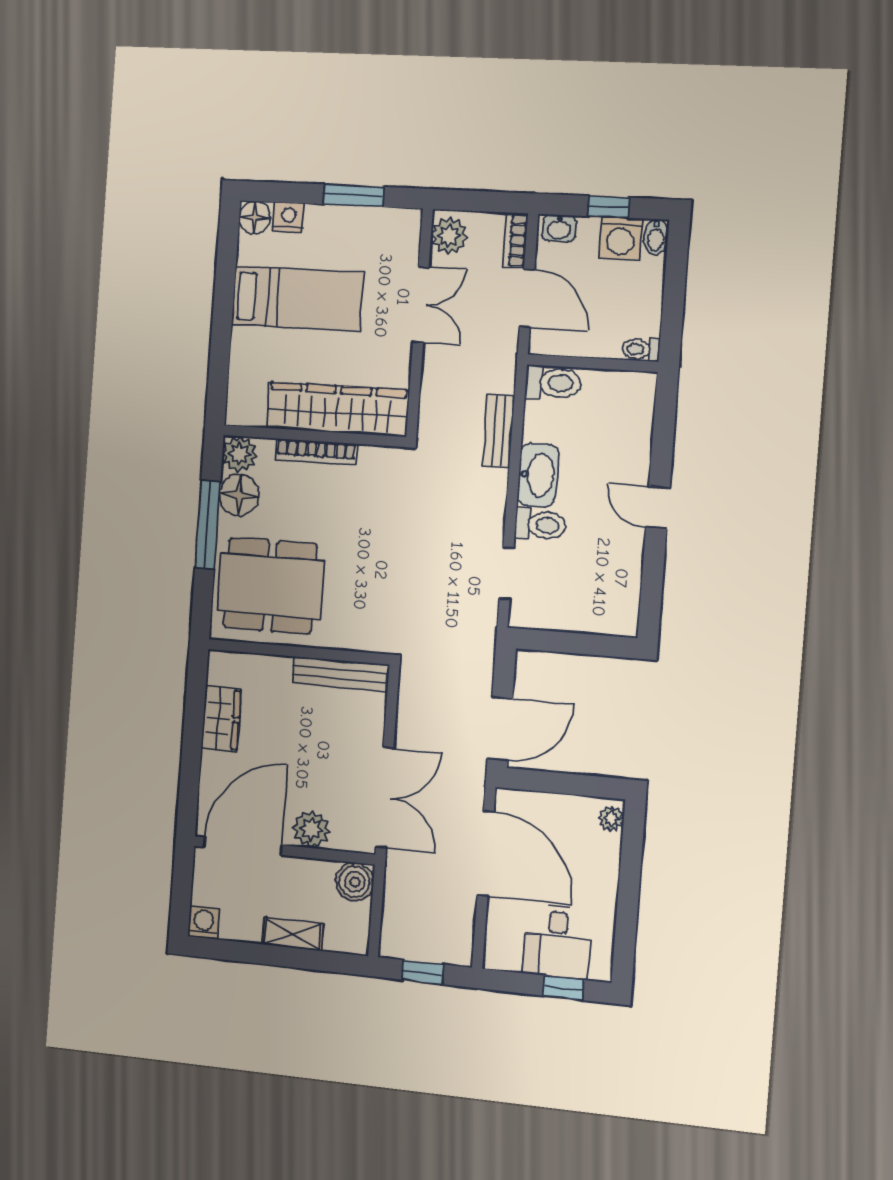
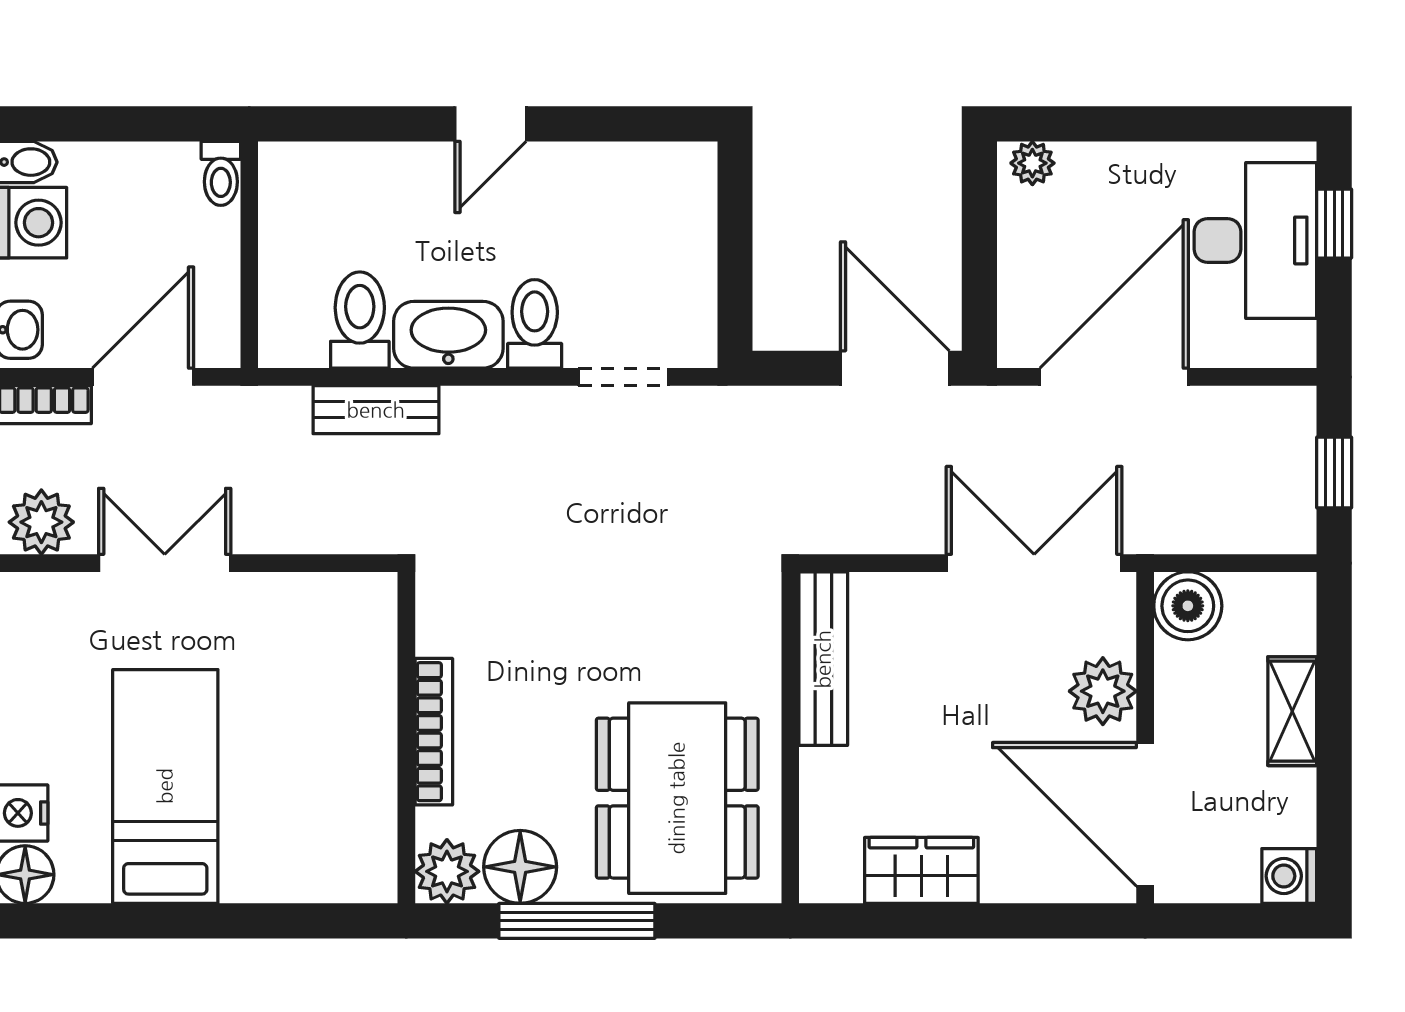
toilet: (553, 383) -> (360, 320), moved
wardrobe: (337, 409) -> (356, 699), removed
desk: (557, 942) -> (1255, 240), width x1.37

